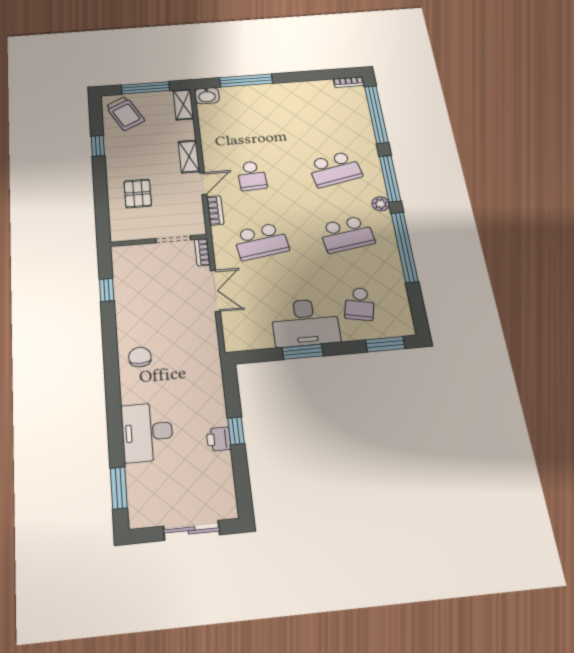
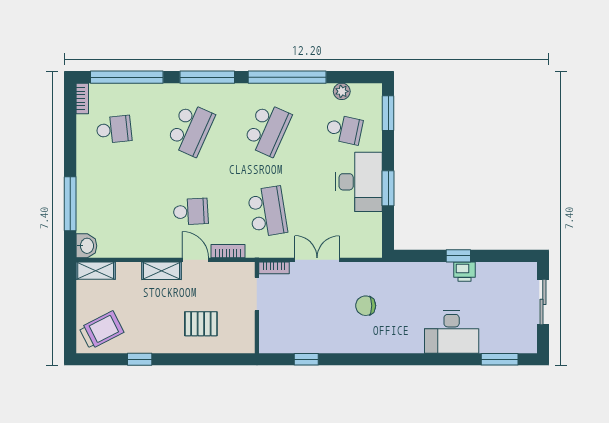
window: (145, 88) -> (70, 307), removed
school desk: (323, 108) -> (114, 129), added
school desk: (335, 169) -> (191, 129), turned 36
plant: (381, 204) -> (342, 91), moved
school desk: (347, 234) -> (267, 129), turned 33
chair: (140, 357) -> (366, 306), moved

